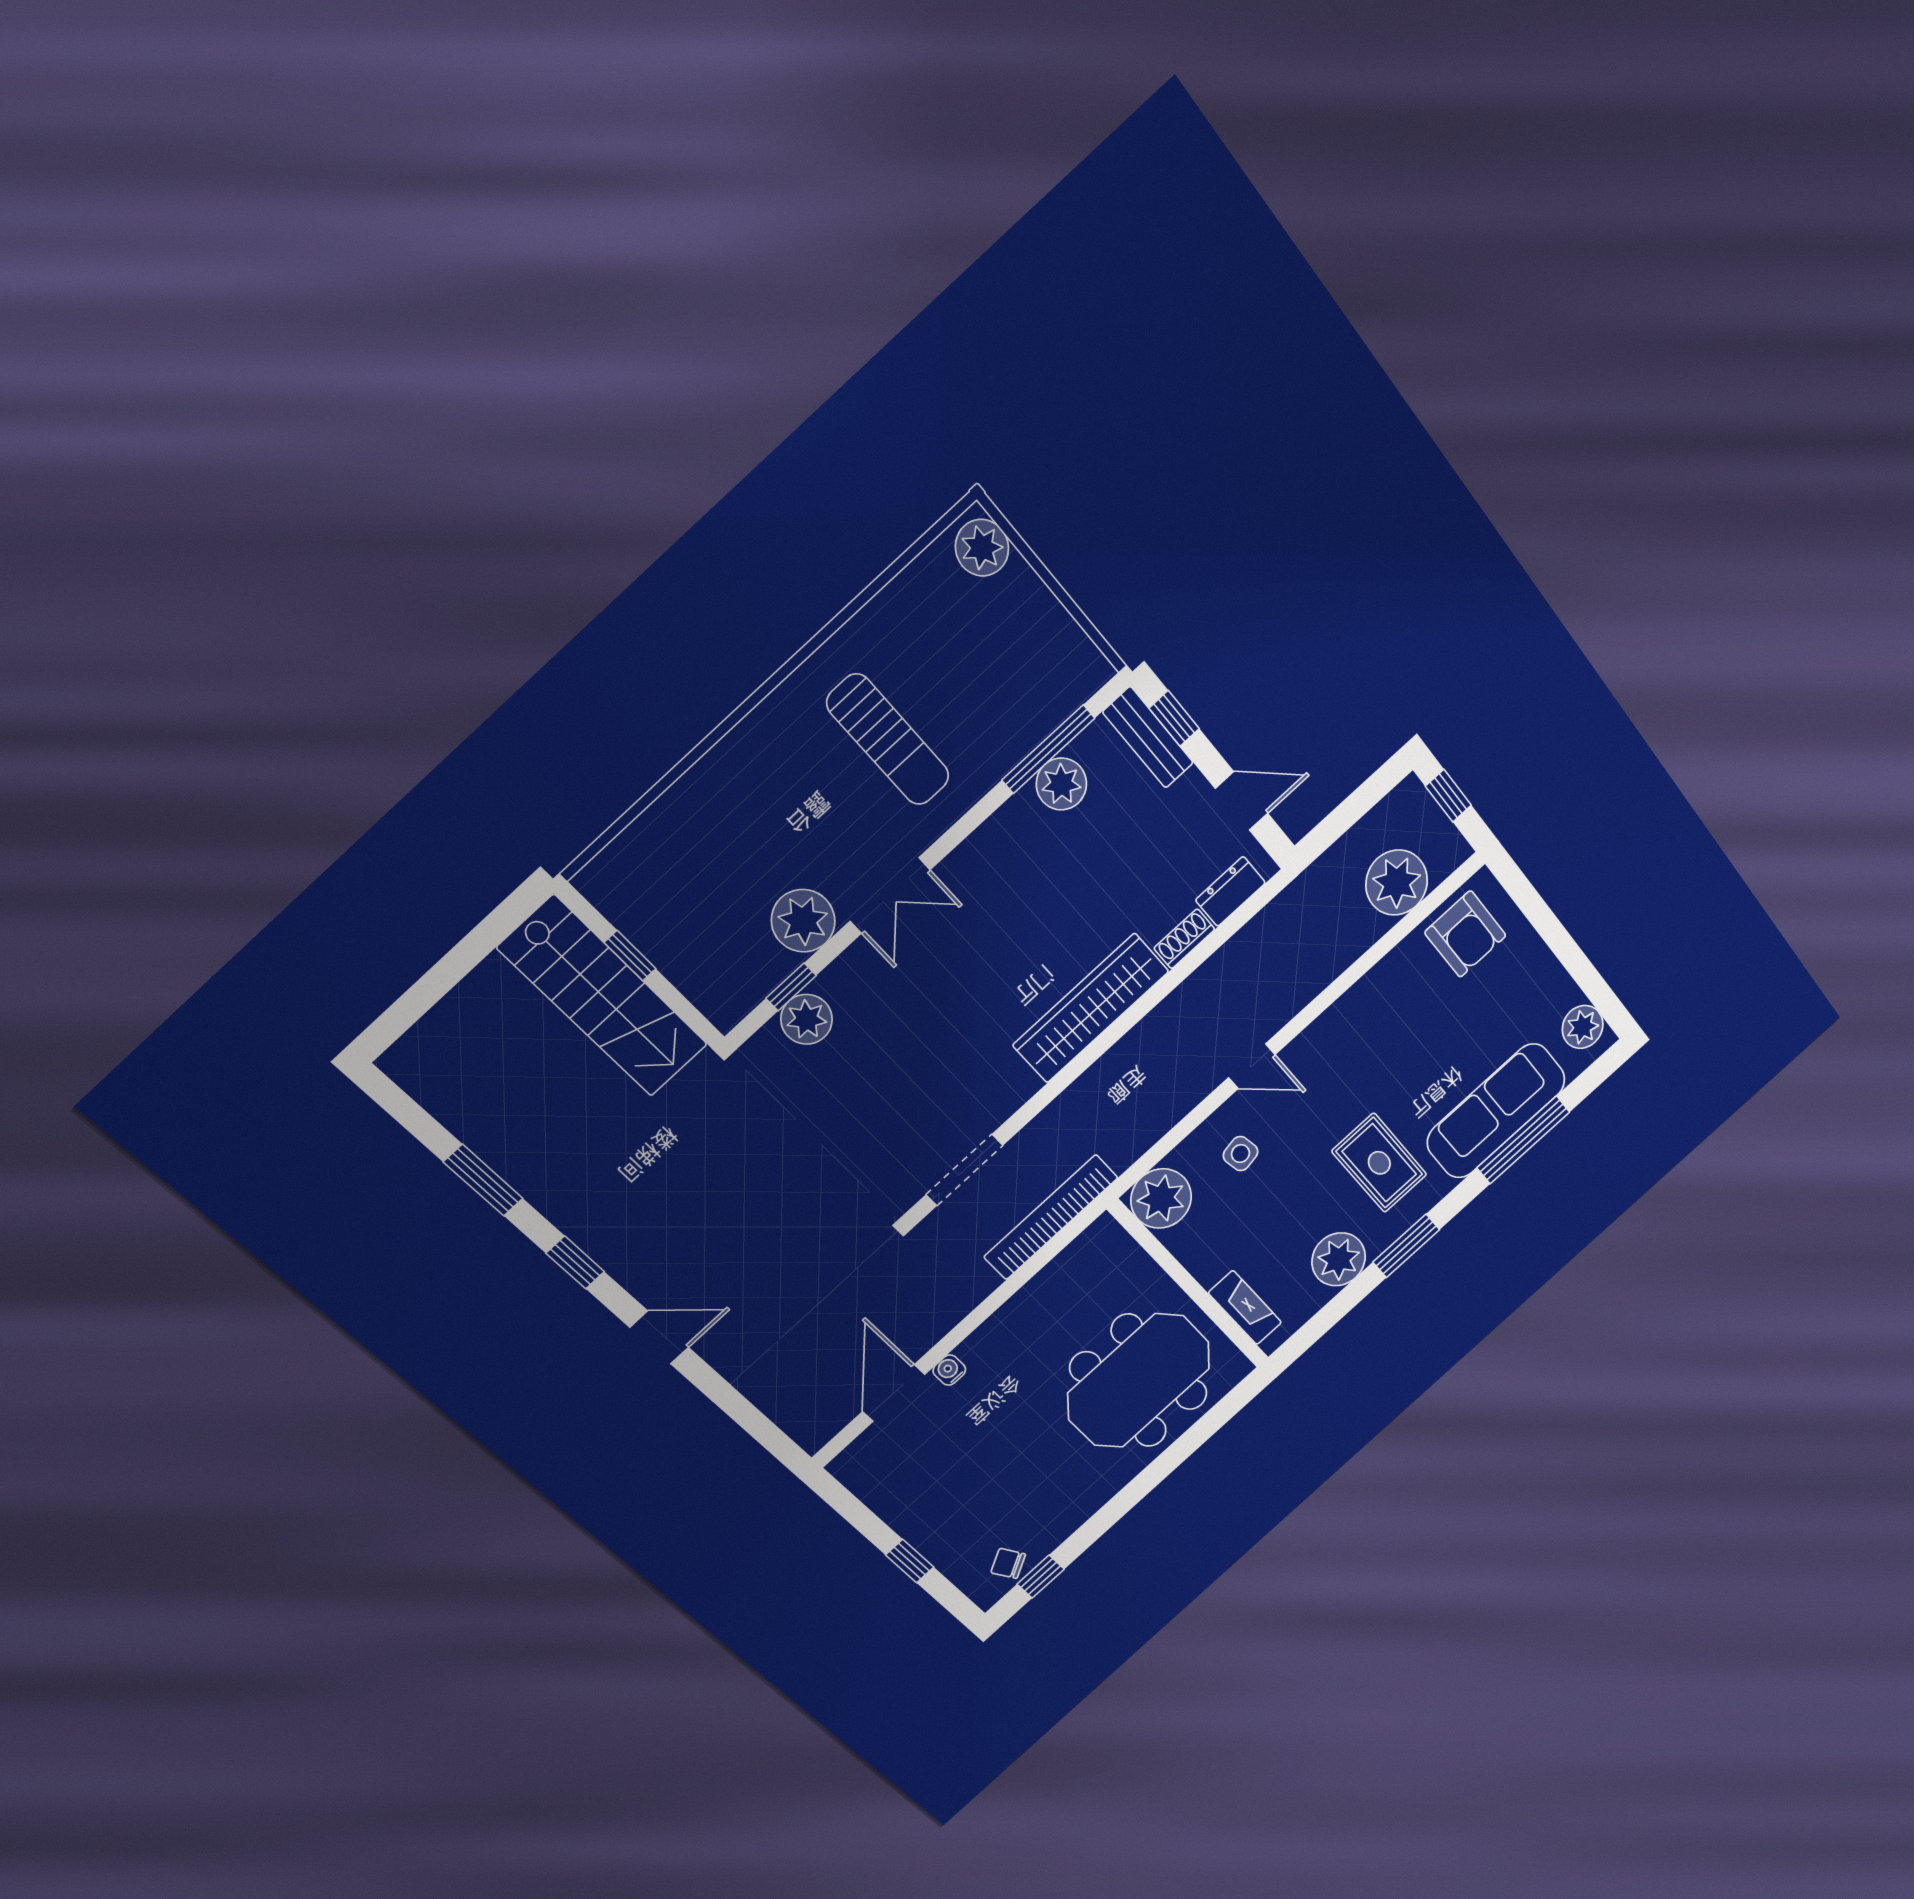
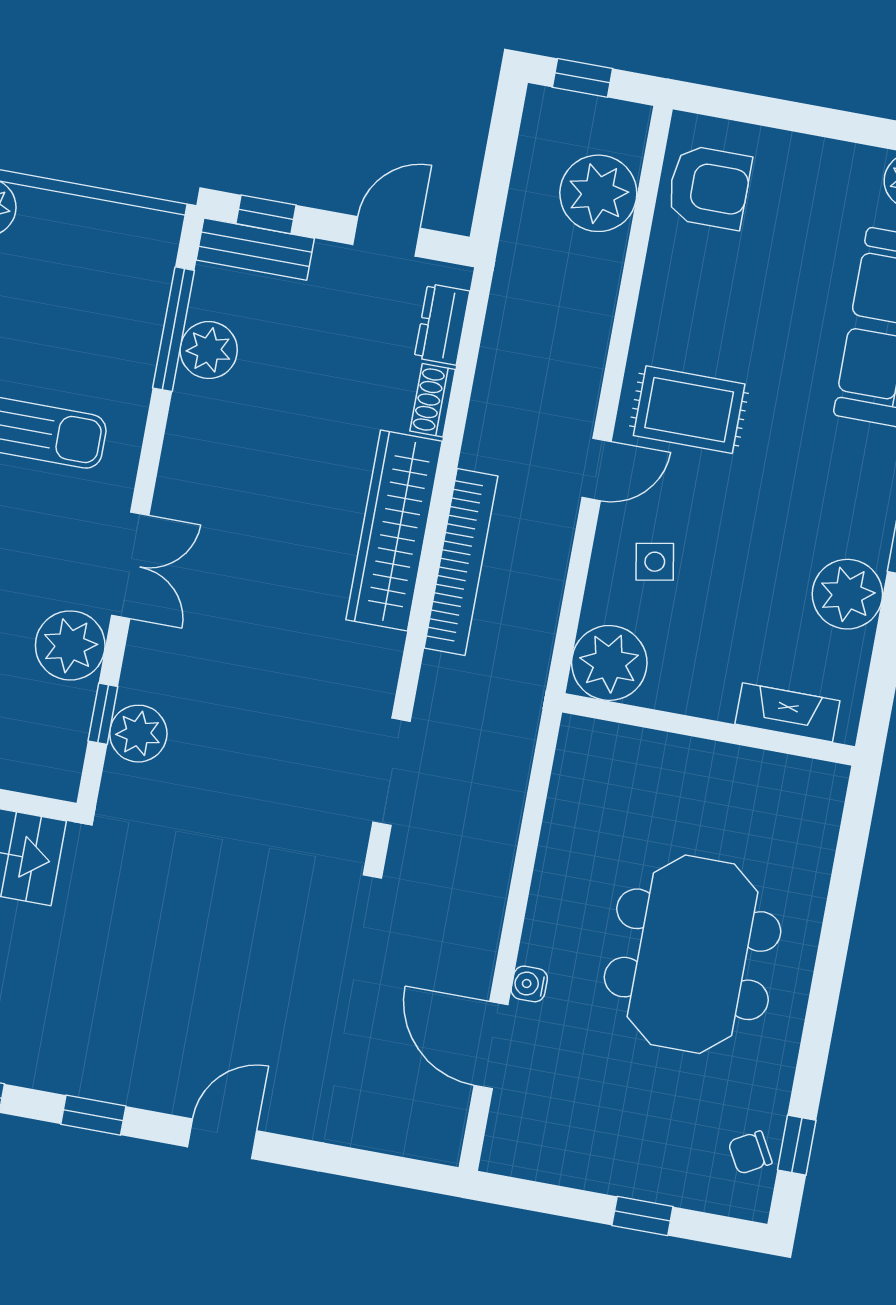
rug: (1379, 1163) -> (689, 410), moved
bookcase: (1051, 1217) -> (461, 562), moved, turned 180
meeting table: (1139, 1381) -> (692, 954), moved

